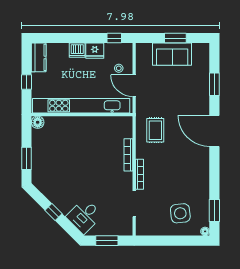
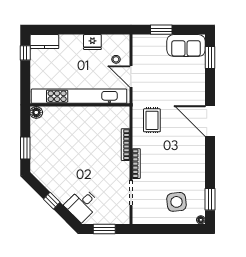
window: (114, 38) -> (112, 30), removed
window: (175, 38) -> (161, 30), moved
dishwasher: (77, 50) -> (75, 42), removed
sofa: (172, 54) -> (186, 46), moved
kitchen counter: (39, 57) -> (44, 42), moved, turned 90
window: (26, 82) -> (25, 53), moved
window: (214, 84) -> (210, 57), moved

